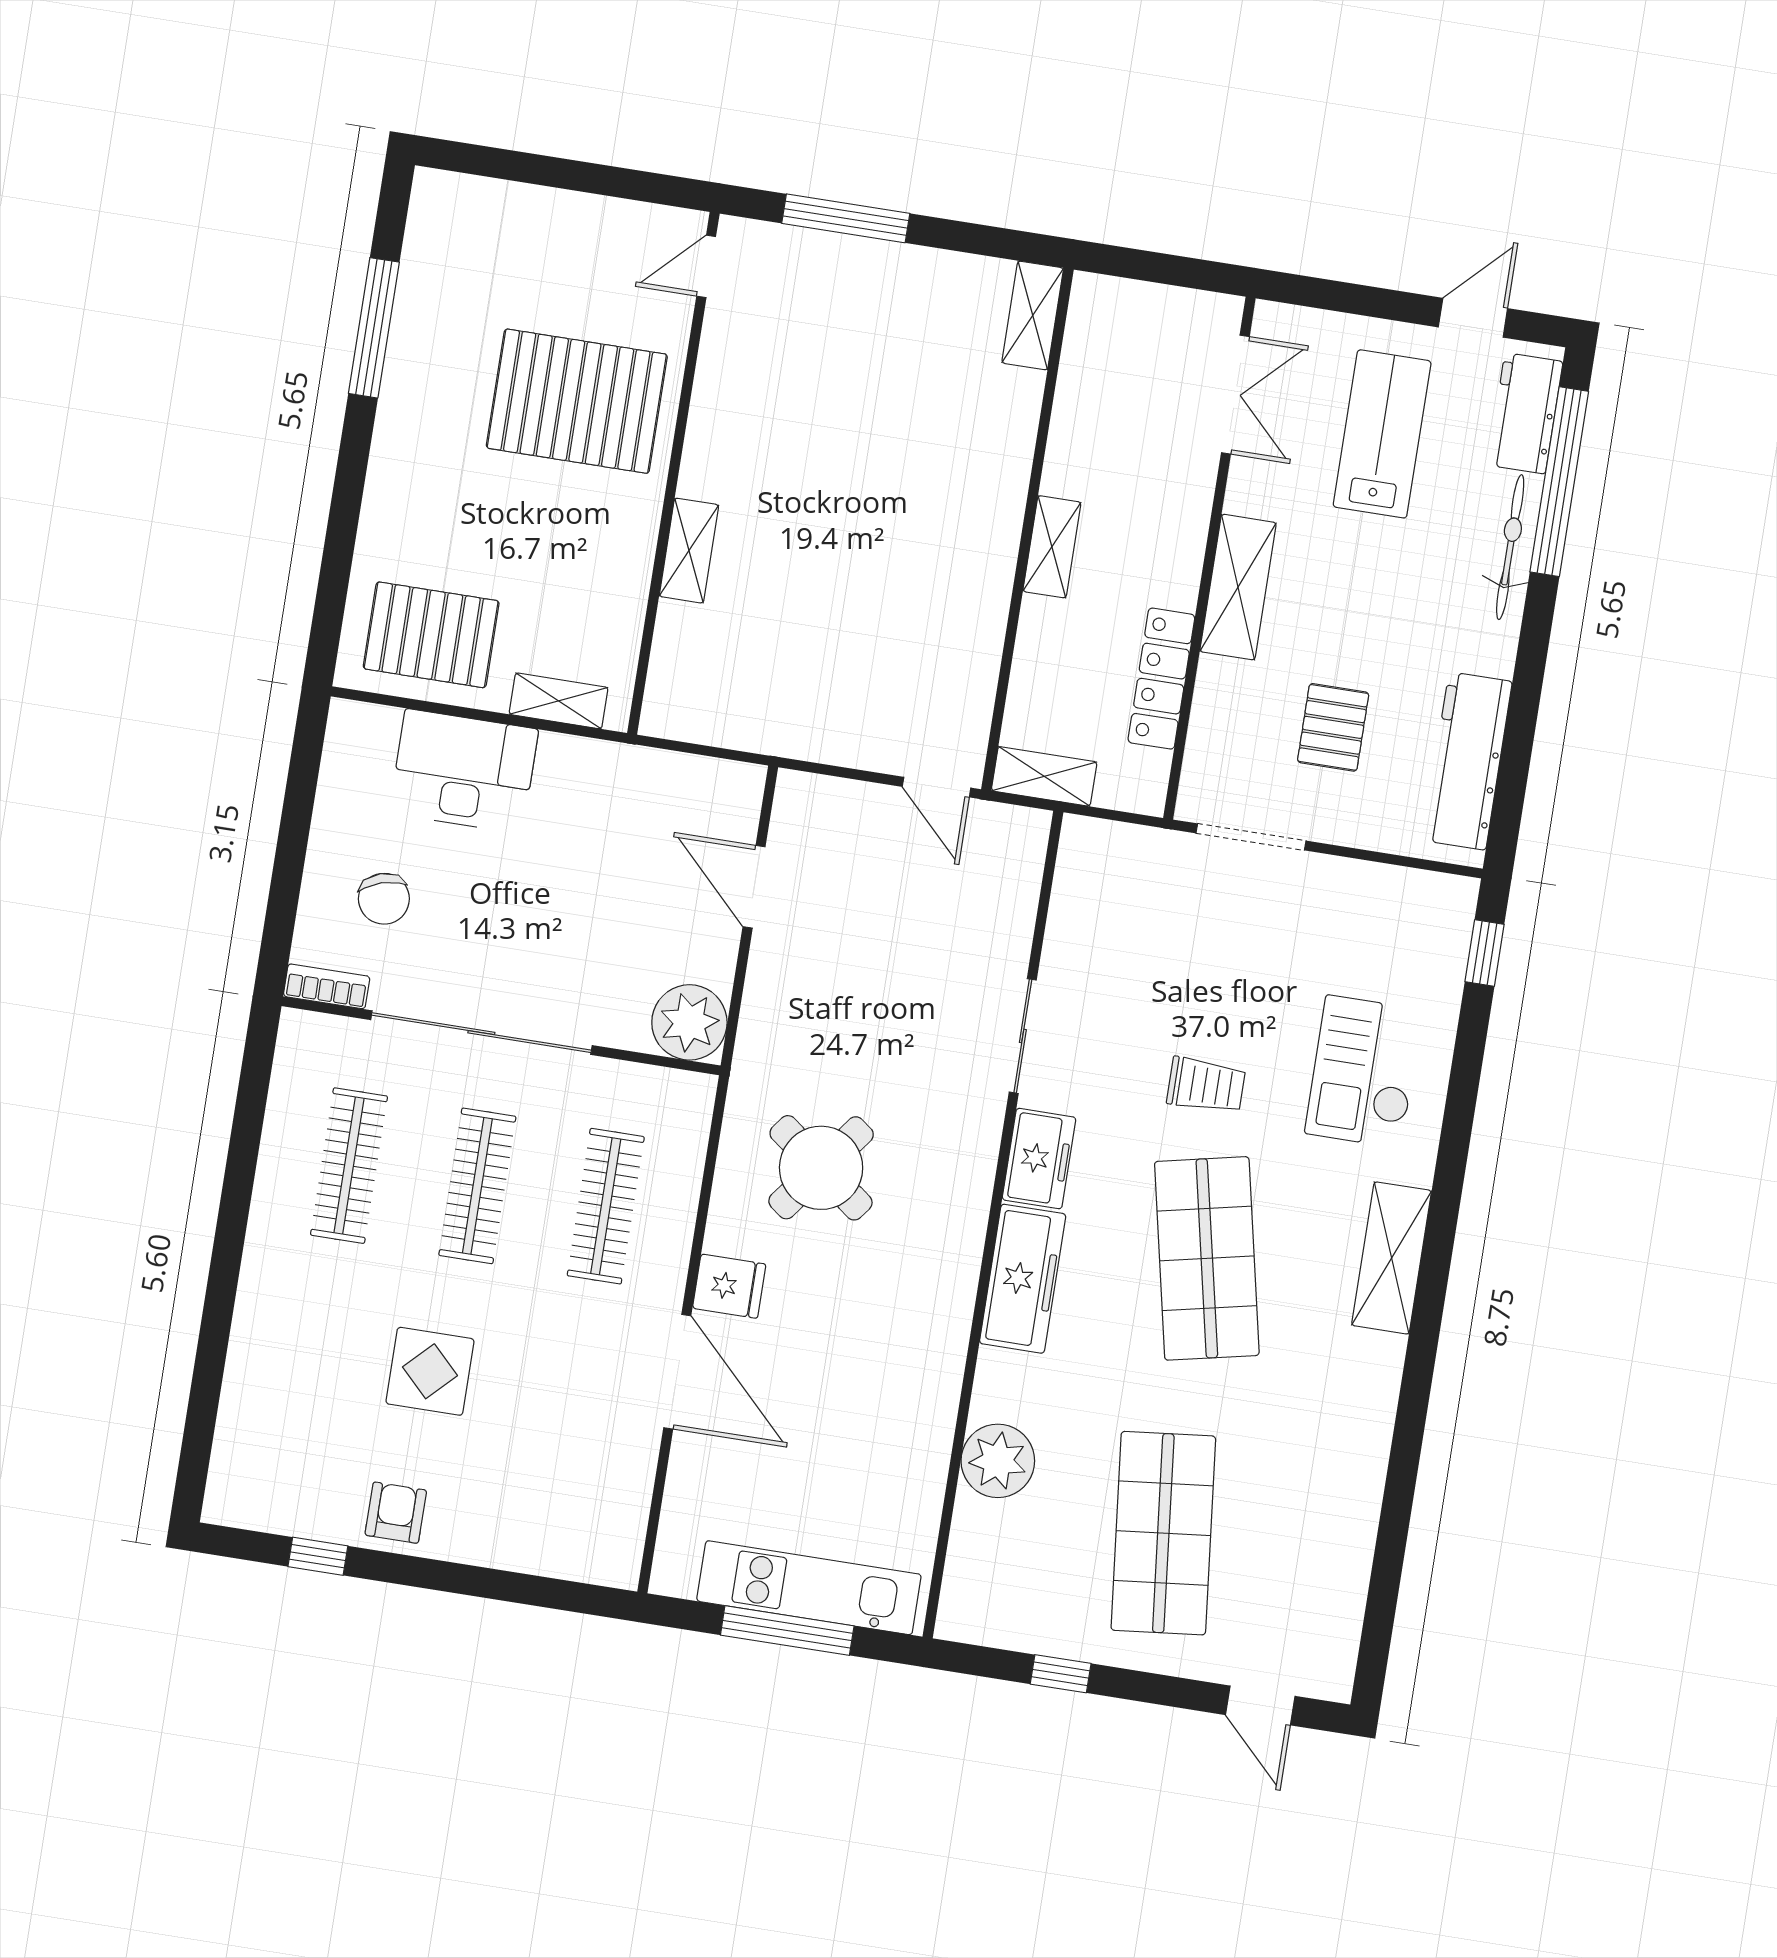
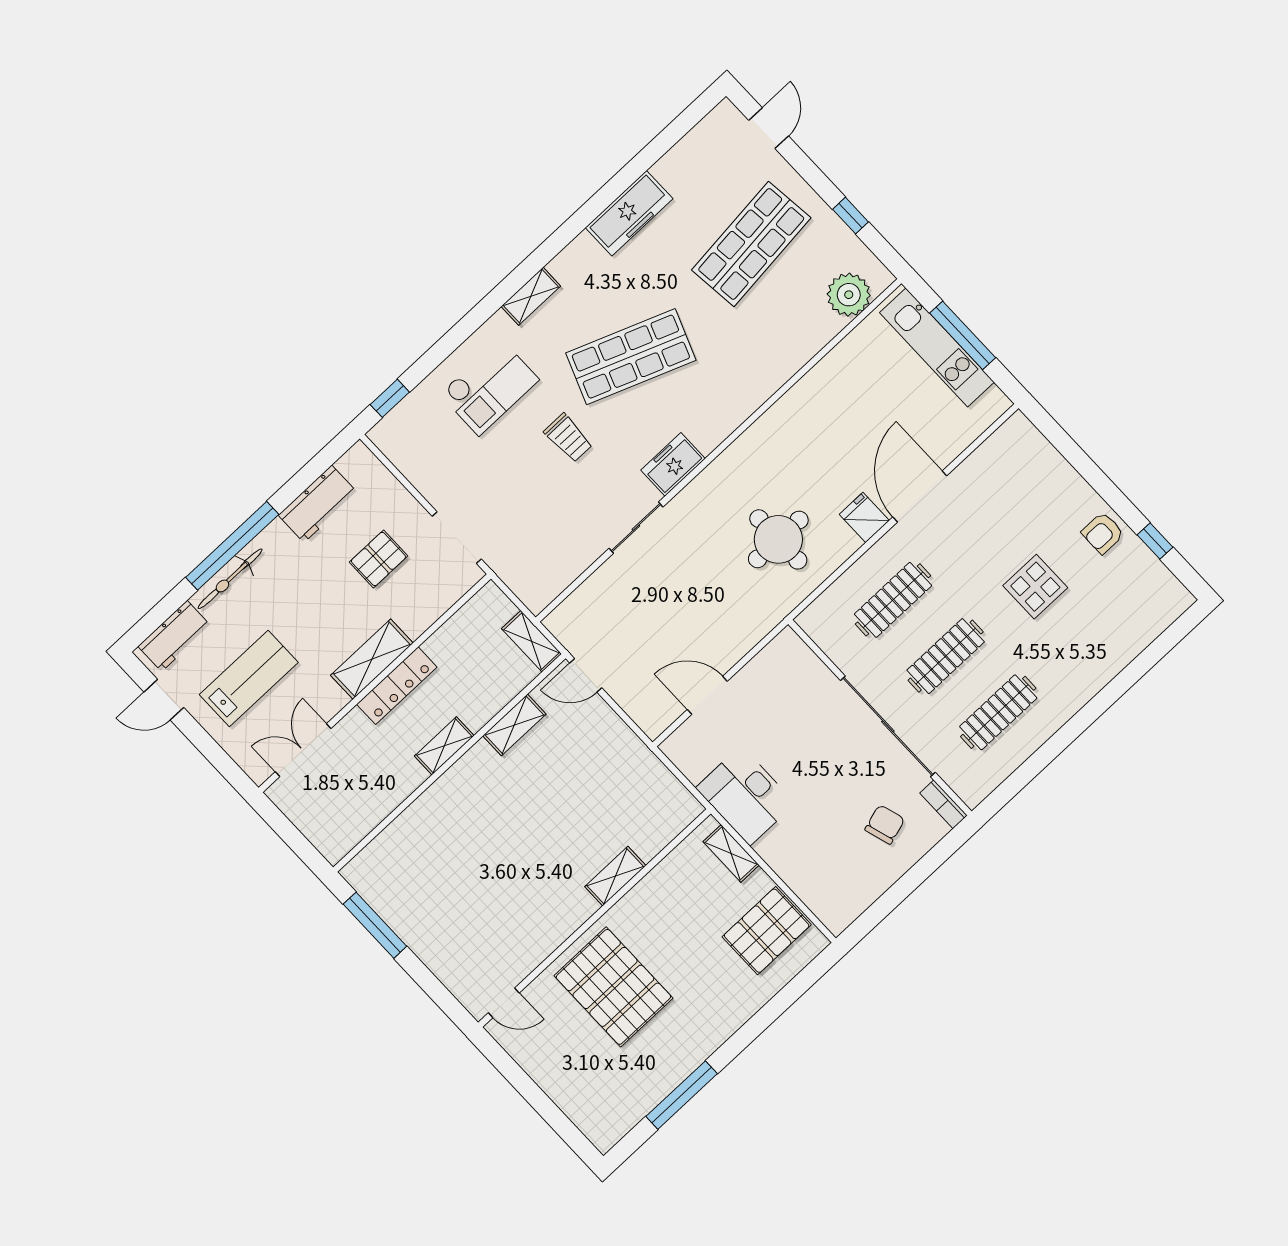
window: (846, 218) -> (375, 925), moved
shelving: (1033, 315) -> (514, 725), moved
lab bench: (1382, 434) -> (249, 678), turned 180
window: (1559, 482) -> (232, 546), moved
pallet: (431, 635) -> (767, 931), turned 90
locker: (1161, 679) -> (397, 686), moved
workbench: (1467, 761) -> (318, 504), width x0.73
desk: (464, 771) -> (745, 796), moved
door: (937, 787) -> (586, 675), swing flipped
door: (754, 887) -> (707, 695), swing flipped
plant: (689, 1022) -> (787, 655), removed
trolley: (1206, 1085) -> (568, 438), turned 180
round table: (821, 1168) -> (778, 539), turned -37
shop shelf: (1207, 1258) -> (631, 357), turned 33
shelving: (1392, 1258) -> (531, 296), width x0.67, depth x0.75
freezer: (1023, 1279) -> (629, 213), moved, turned 180
plant: (998, 1461) -> (849, 295), moved

